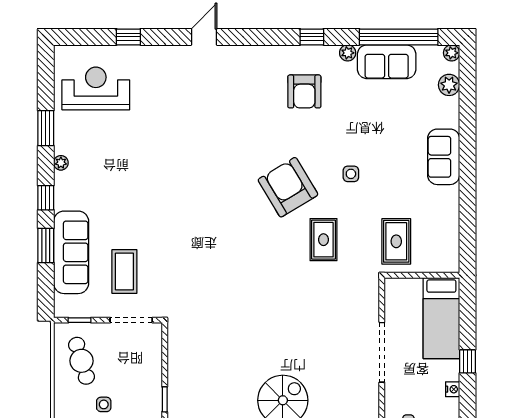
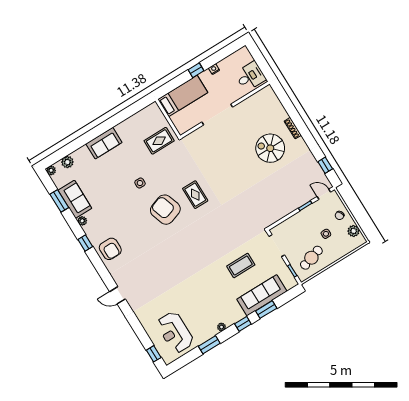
window: (128, 37) -> (154, 354), moved
window: (399, 37) -> (59, 201), width x0.47
armchair: (304, 91) -> (110, 249), moved, turned 90
armchair: (288, 187) -> (165, 210), turned 102
rug: (323, 240) -> (195, 195), moved, turned 90
coffee table: (124, 271) -> (241, 265), moved

